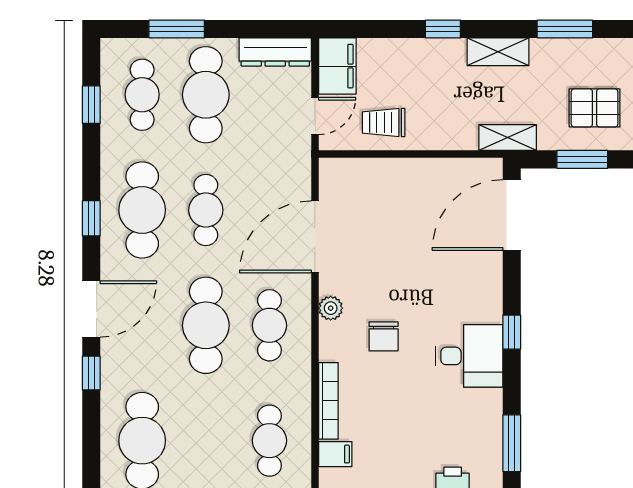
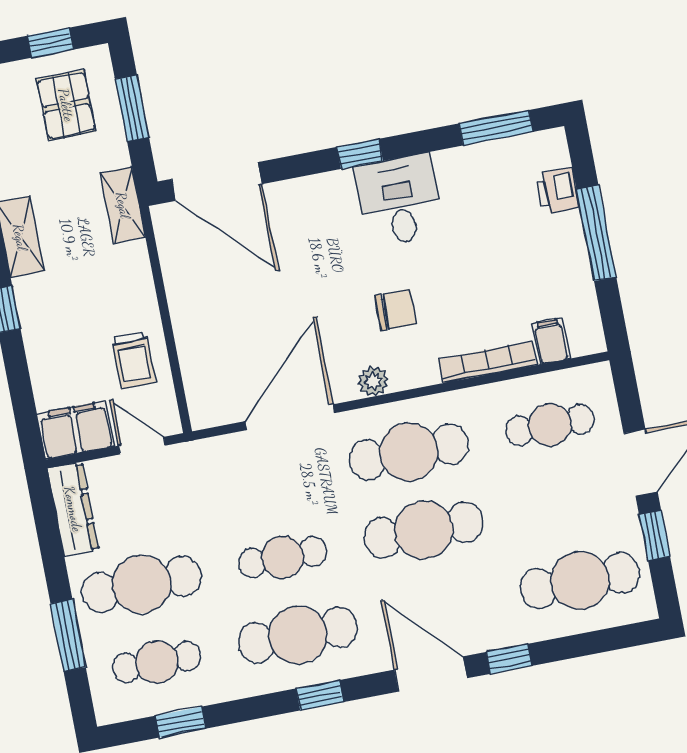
door: (315, 237) -> (290, 417), swing flipped
cafe table: (269, 325) -> (409, 452), width x1.37, depth x1.35

